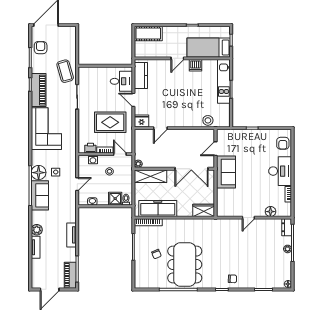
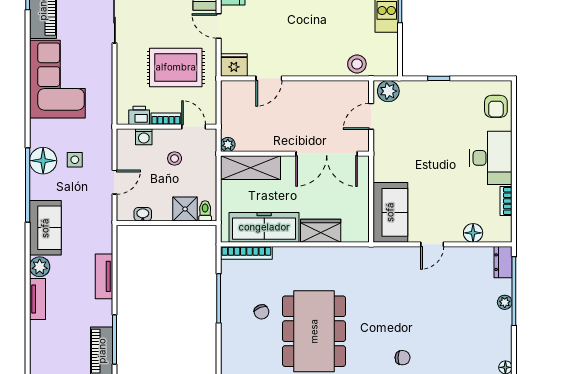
plant: (225, 135) -> (388, 91), added
sofa: (226, 172) -> (390, 212), moved
sofa: (40, 195) -> (45, 228), moved
wardrobe: (204, 210) -> (321, 231), moved

